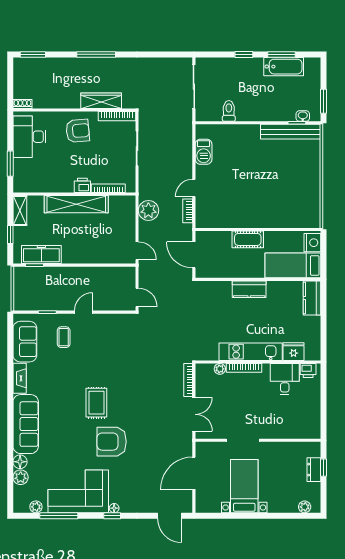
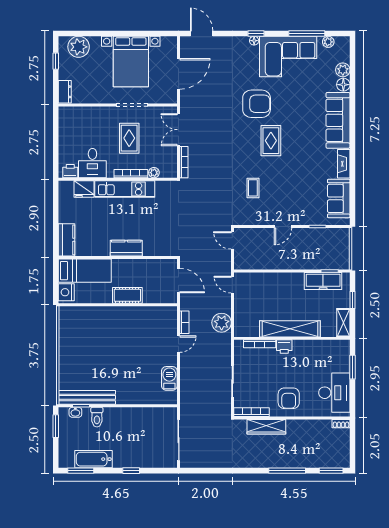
window: (96, 54) -> (287, 471), moved
window: (282, 54) -> (81, 471), moved
toilet: (229, 111) -> (97, 417), moved
armchair: (78, 131) -> (289, 398), turned -85
coffee table: (64, 337) -> (253, 188), moved
rug: (246, 405) -> (129, 138), added
window: (323, 468) -> (56, 61), moved
dresser: (314, 470) -> (65, 92), moved
bed with nightstands: (244, 486) -> (131, 61), width x1.36
plant: (305, 507) -> (79, 47), width x1.87, depth x1.87

